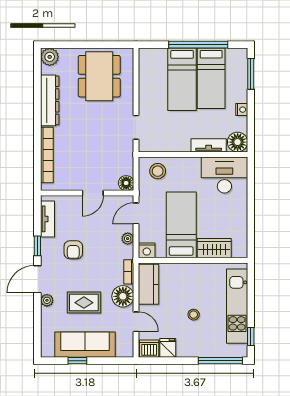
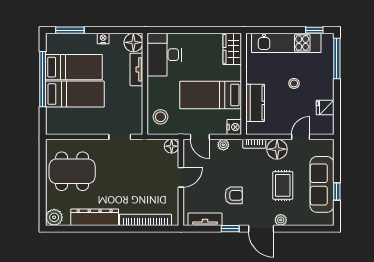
door: (93, 193) -> (181, 177), hinge flipped
wardrobe: (214, 248) -> (232, 49), moved
kitchen counter: (149, 284) -> (255, 103), moved, turned 90
dishwasher: (149, 349) -> (326, 125), removed

